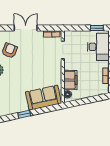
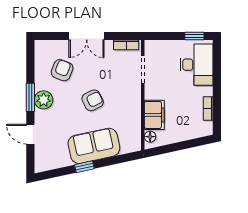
double door: (26, 28) -> (87, 36), swing flipped
armchair: (30, 70) -> (93, 100), added
sofa: (43, 98) -> (94, 146), moved

